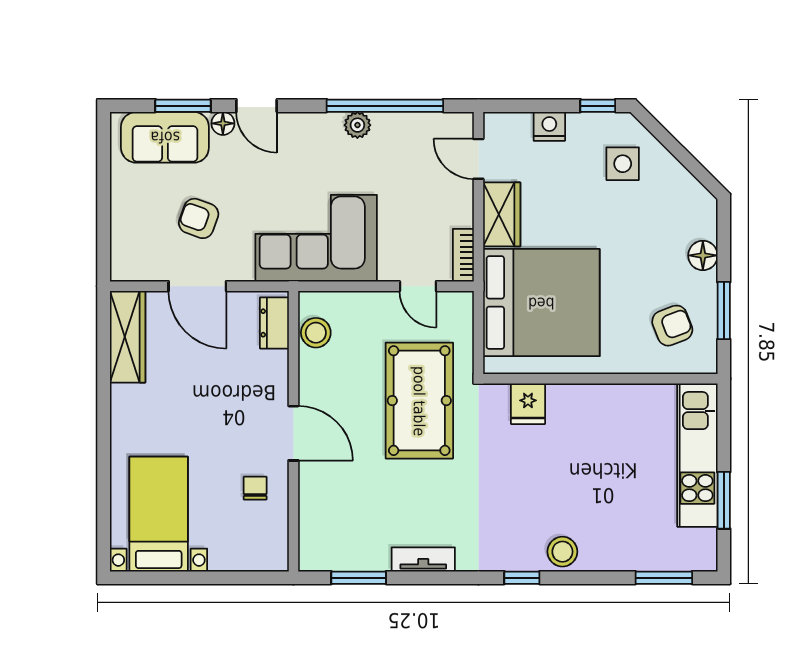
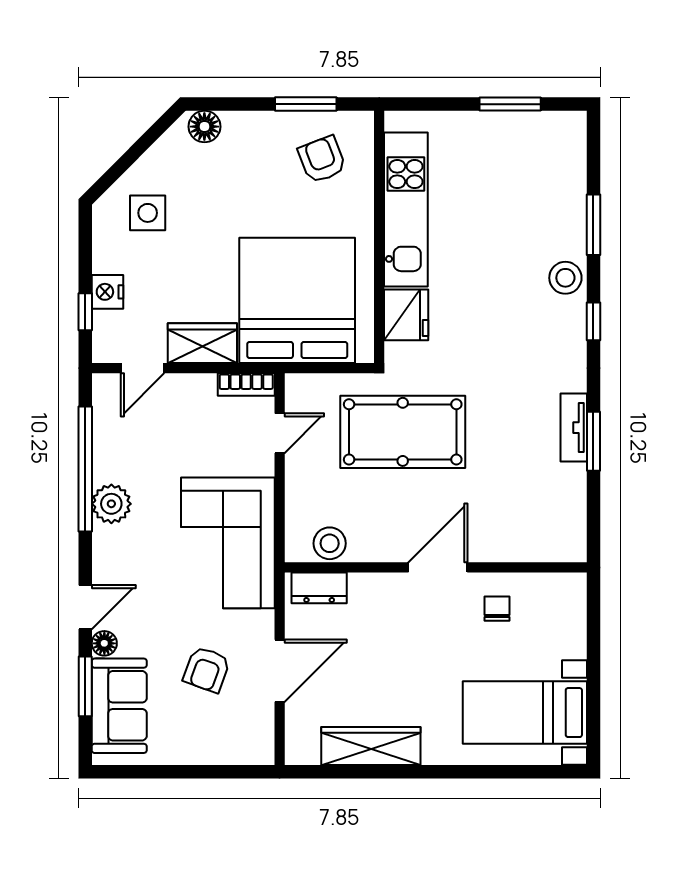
window: (598, 106) -> (85, 312), moved
plant: (357, 125) -> (111, 504), width x1.38, depth x1.38
floor lamp: (703, 255) -> (204, 127), moved
wardrobe: (128, 337) -> (371, 746), moved
fridge: (528, 404) -> (406, 315), width x1.38
kitchen unit: (697, 455) -> (406, 210), moved, turned -90
chair: (255, 488) -> (497, 609), turned 90
window: (359, 578) -> (593, 441), moved
window: (664, 578) -> (593, 225), moved

